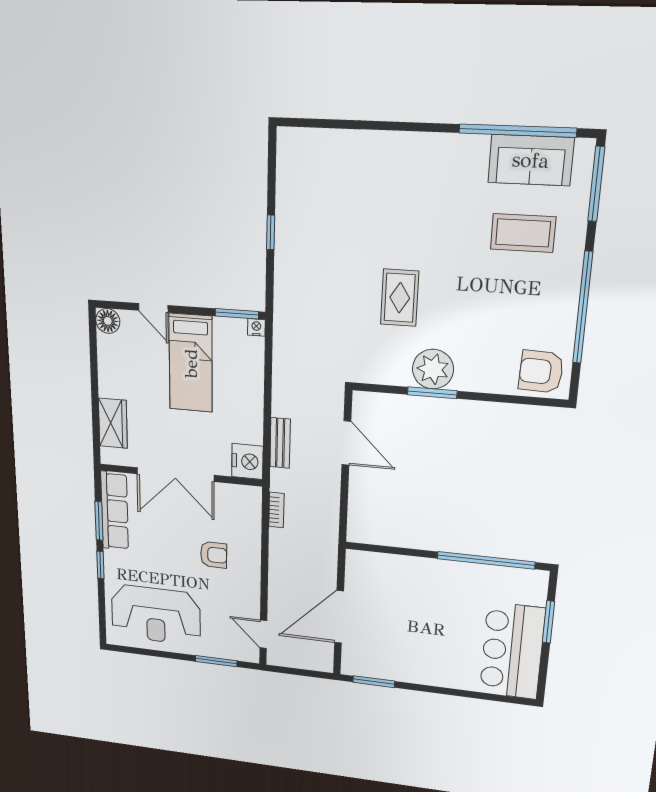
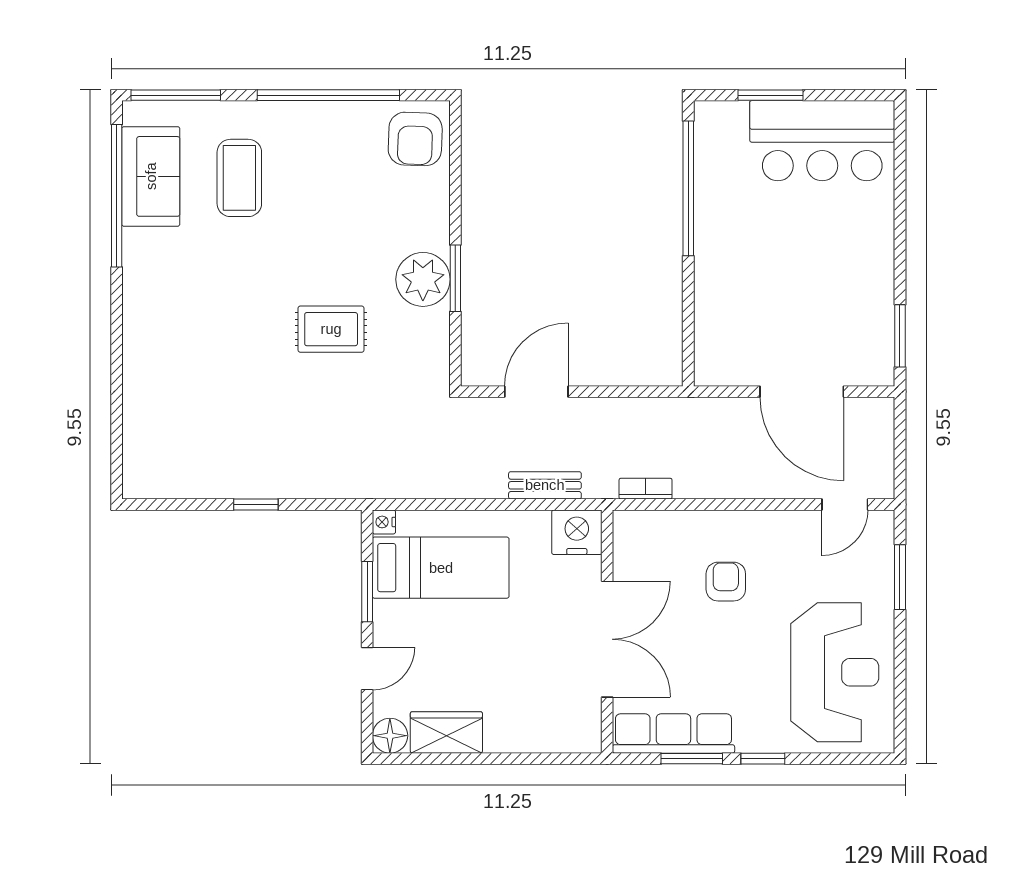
window: (237, 314) -> (367, 592), moved
bed: (191, 363) -> (441, 568), moved
wardrobe: (113, 423) -> (446, 732), moved

